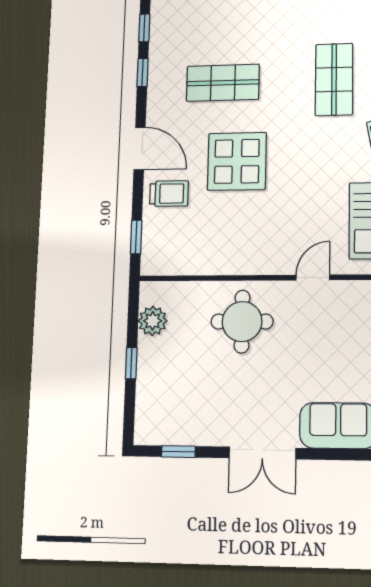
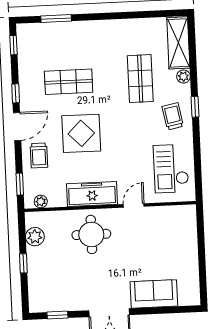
window: (143, 73) -> (16, 93), moved
door: (140, 149) -> (17, 127), hinge flipped
trolley: (169, 194) -> (39, 155), turned 90
freezer: (247, 257) -> (92, 194), added
plant: (166, 265) -> (41, 202), added

